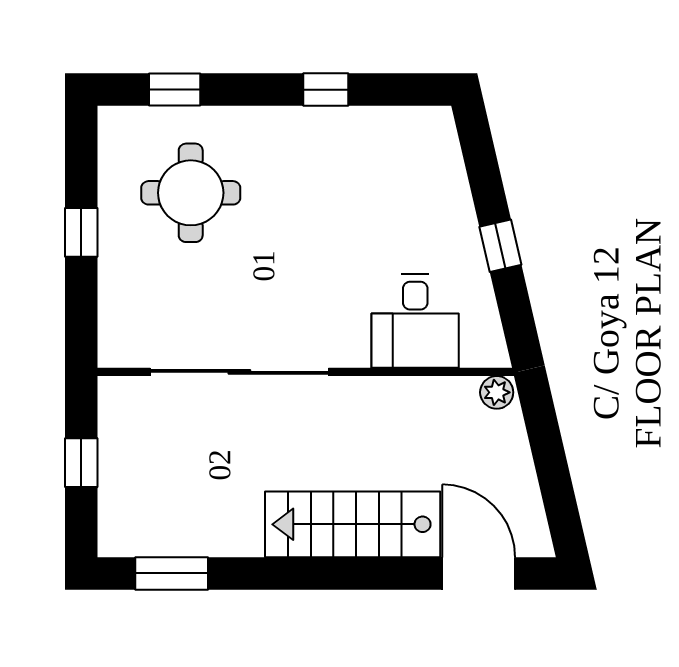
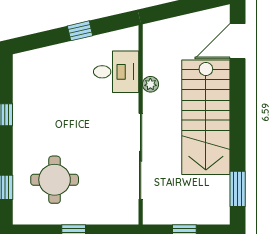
plant: (497, 392) -> (150, 84), moved
stairs: (353, 524) -> (206, 117), width x1.36, depth x1.51

